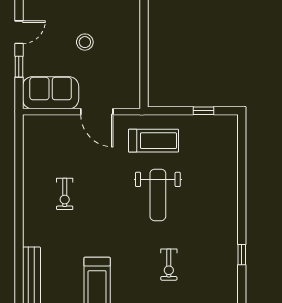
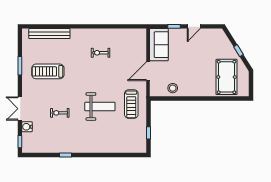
door: (19, 32) -> (194, 26), hinge flipped
stool: (85, 42) -> (173, 88), moved
weight bench: (158, 195) -> (100, 107), turned 180

